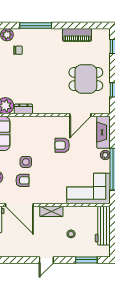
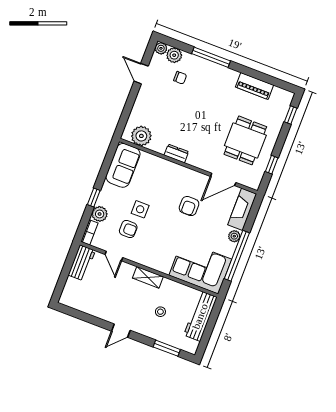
dining table: (86, 79) -> (245, 140), turned 90
dresser: (23, 109) -> (176, 153), moved
armchair: (62, 145) -> (189, 206), turned -90
door: (19, 205) -> (114, 256), width x0.53

